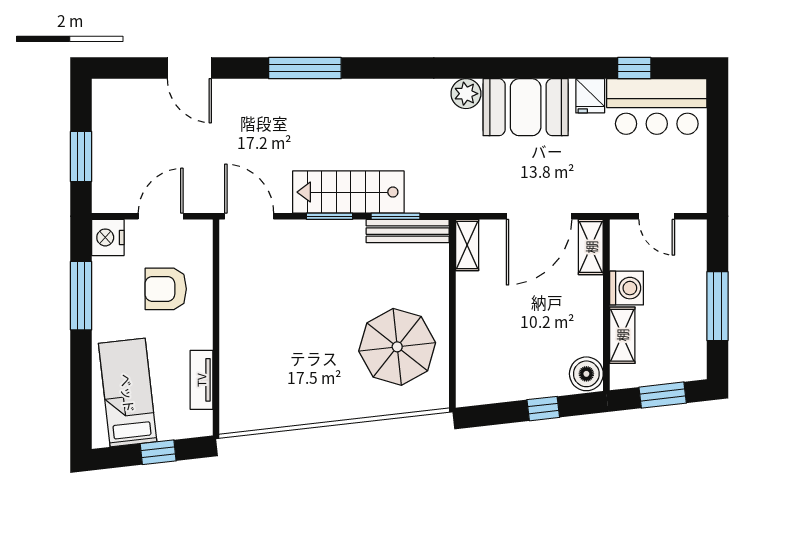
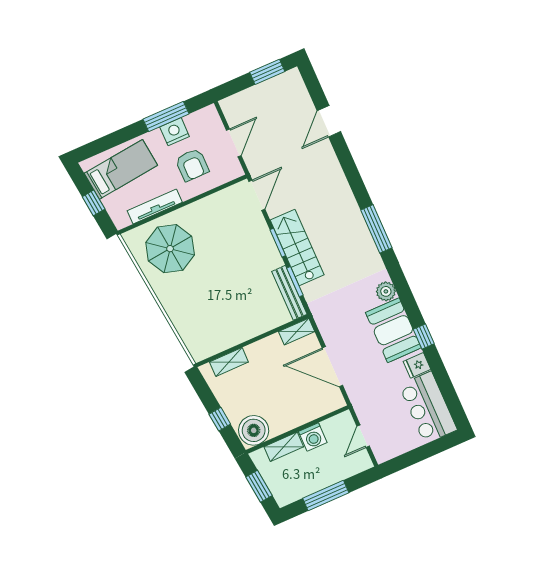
window: (305, 68) -> (376, 229), moved
window: (634, 68) -> (424, 336), moved
window: (81, 156) -> (267, 72), moved
door: (161, 216) -> (234, 143), hinge flipped
nightstand: (108, 237) -> (175, 132), moved
shelving: (591, 247) -> (229, 362), moved
armchair: (166, 289) -> (192, 165), turned 180
parasol: (397, 347) -> (170, 249), moved
boiler: (586, 374) -> (254, 430), width x1.37, depth x1.37
tv unit: (201, 380) -> (155, 207), width x1.41

